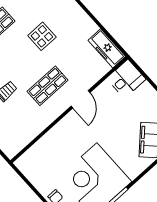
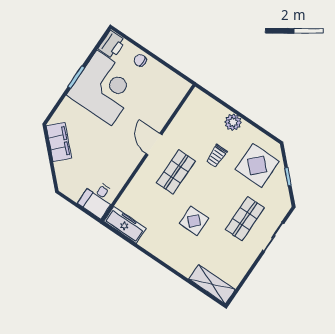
door: (80, 99) -> (154, 144), moved

